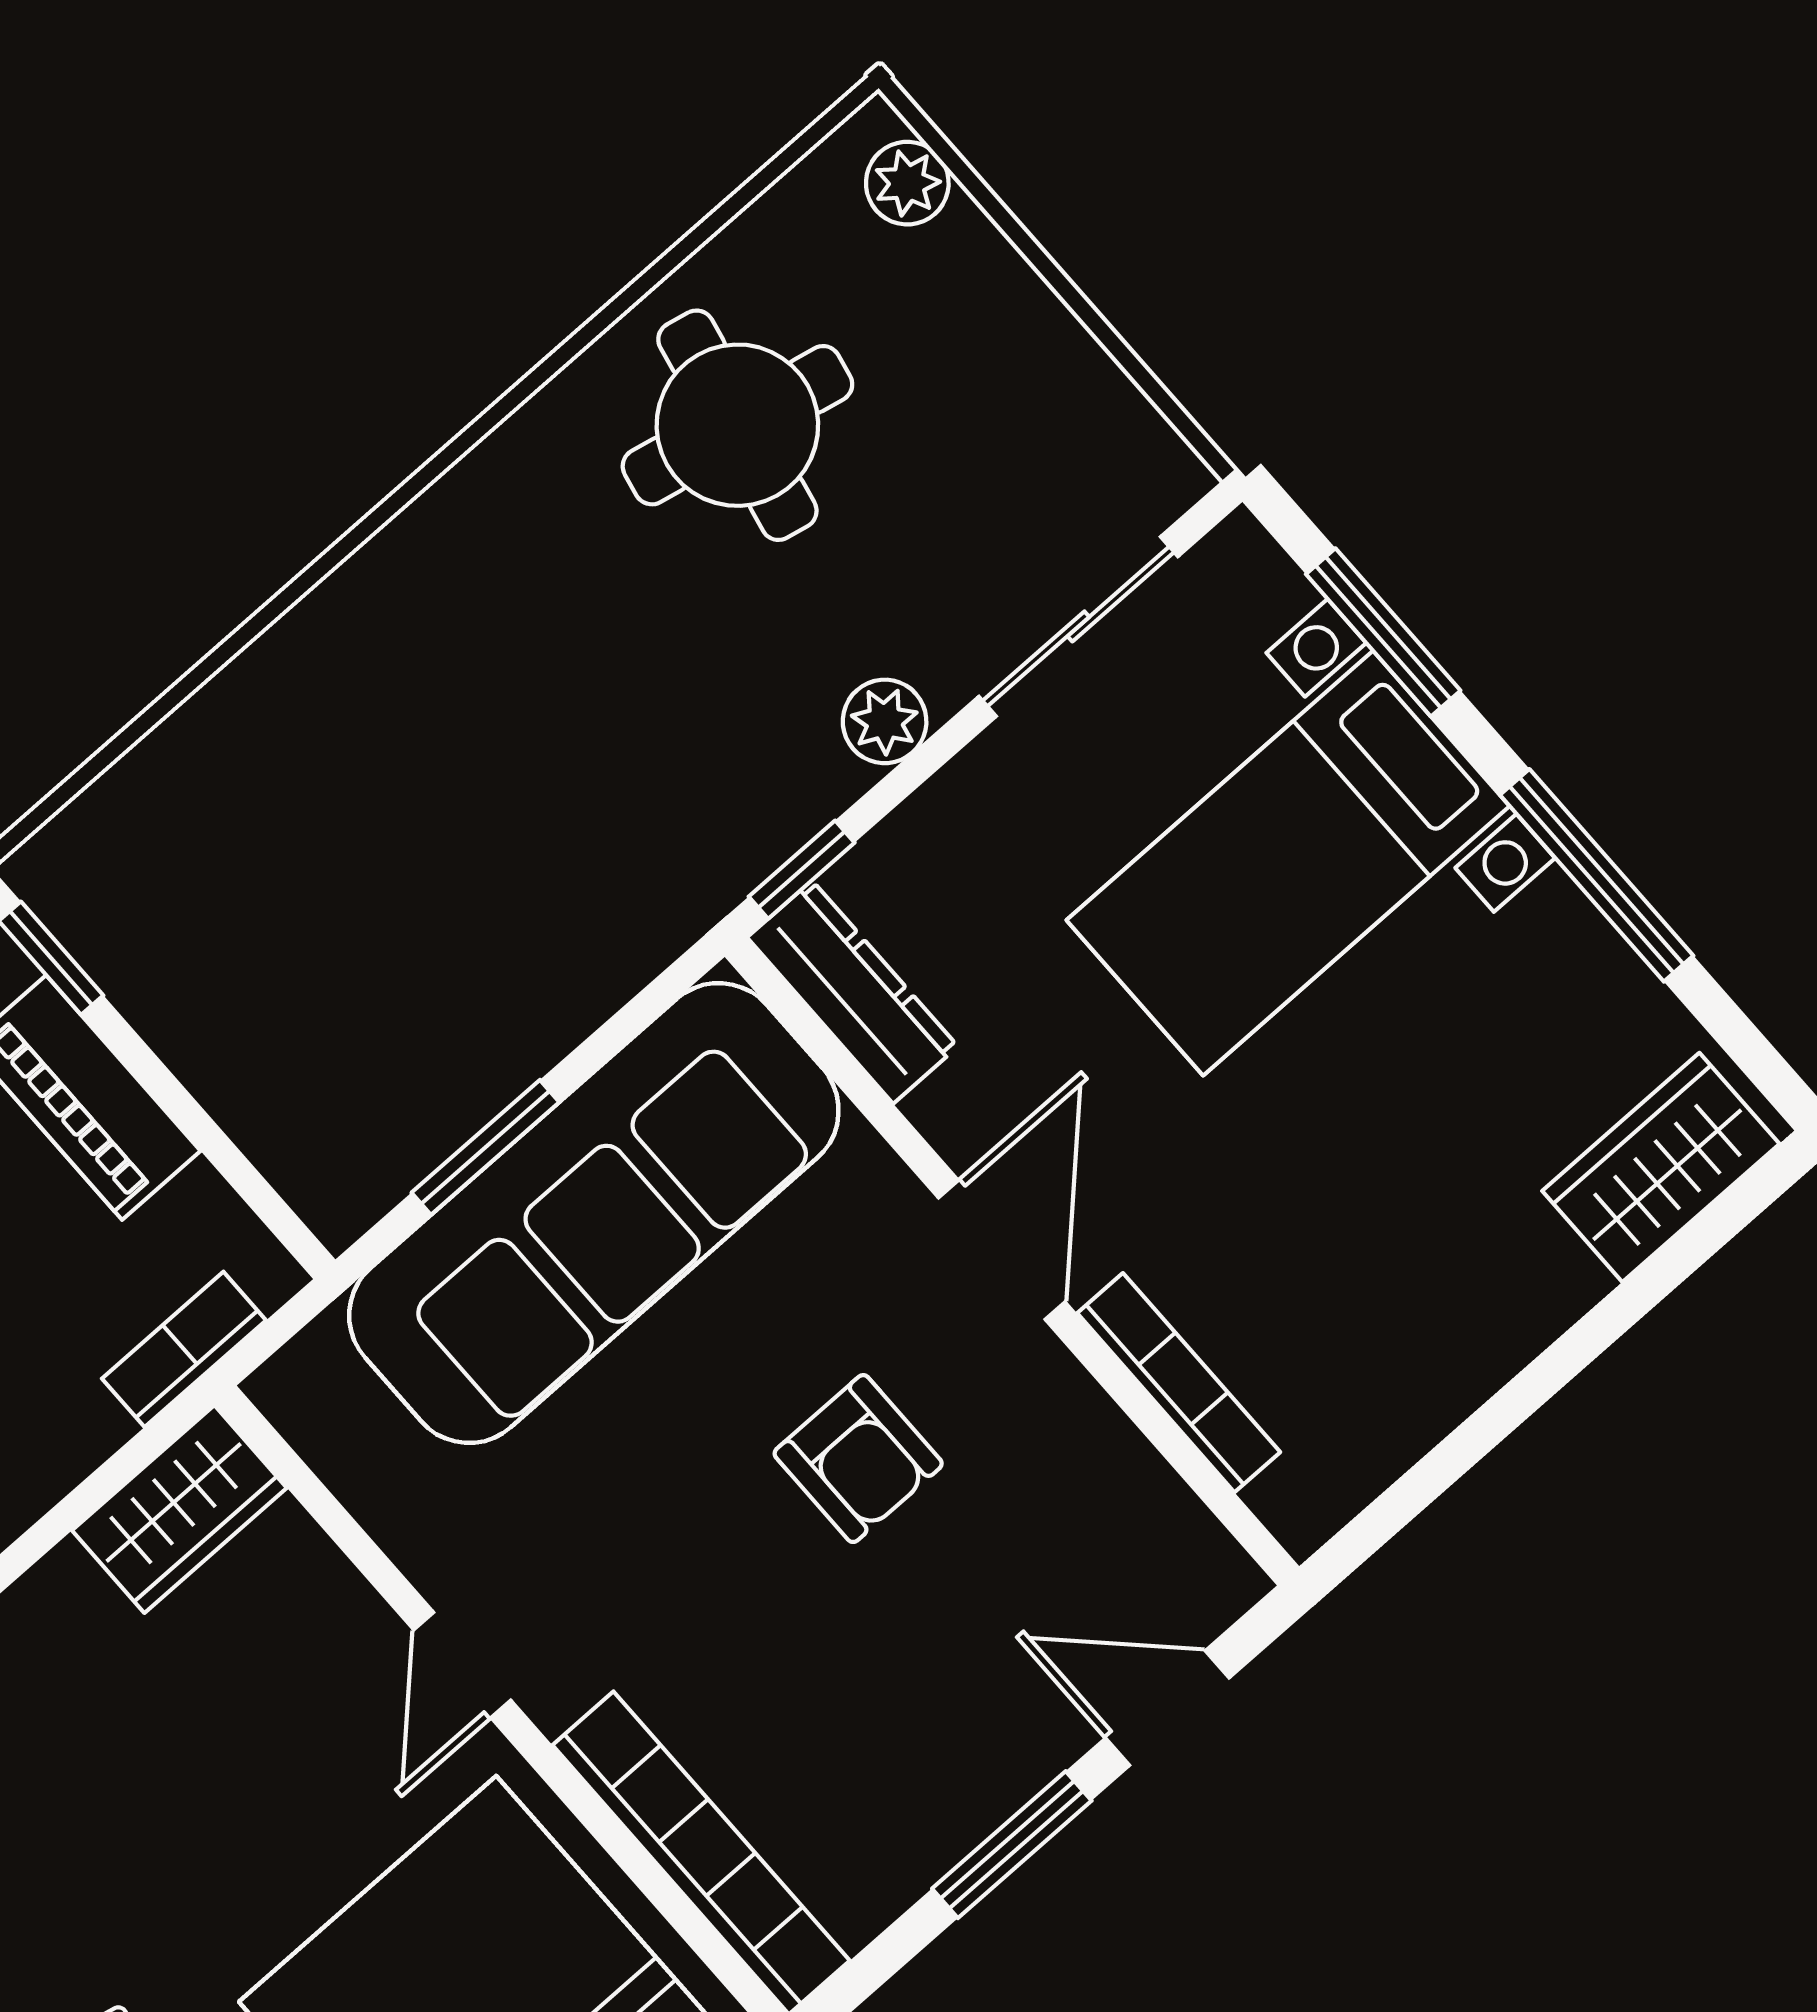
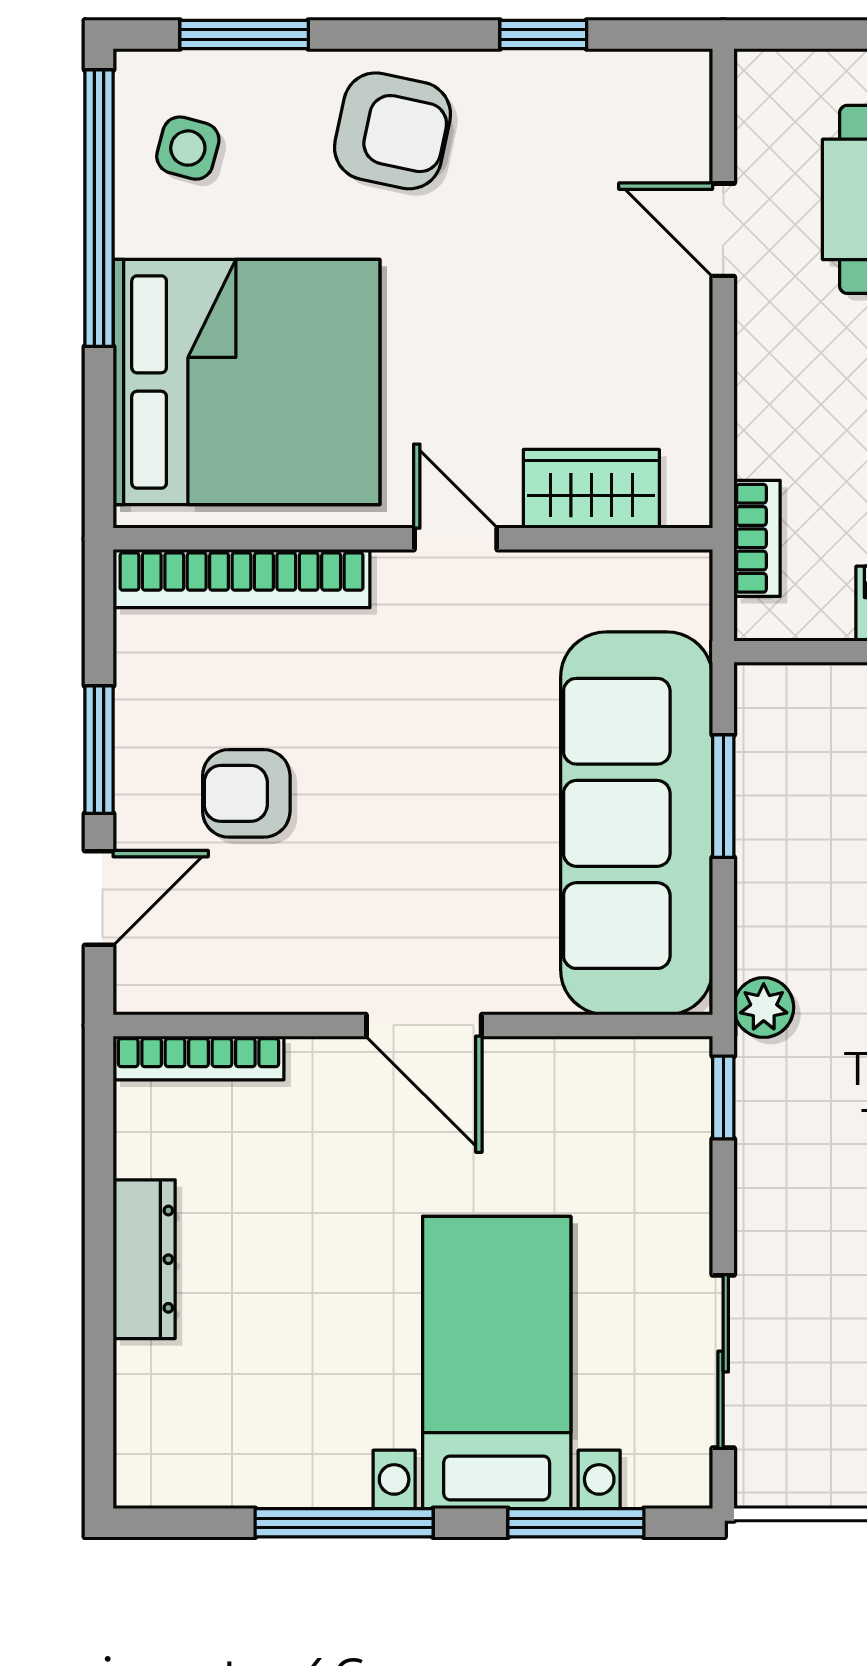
plant: (885, 721) -> (764, 1007), moved
dresser: (853, 992) -> (144, 1259), moved, turned -90
wardrobe: (1661, 1167) -> (157, 1419), removed
bookcase: (1179, 1383) -> (198, 1058), moved
armchair: (858, 1459) -> (246, 793), moved
wardrobe: (179, 1509) -> (591, 489), moved, turned 90

